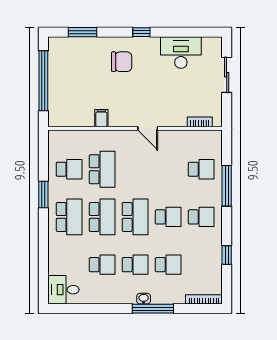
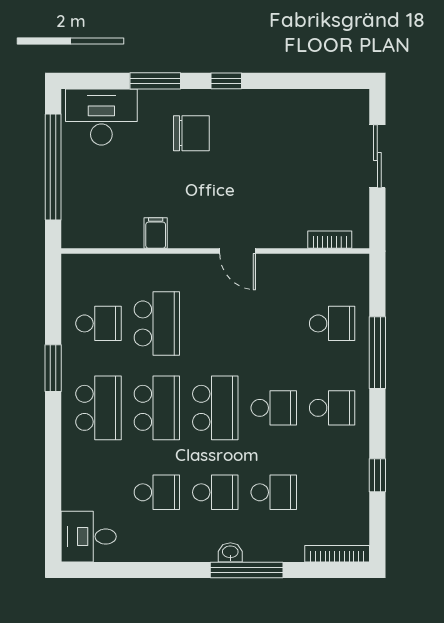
window: (83, 32) -> (155, 81), moved
desk: (181, 53) -> (101, 117), moved

